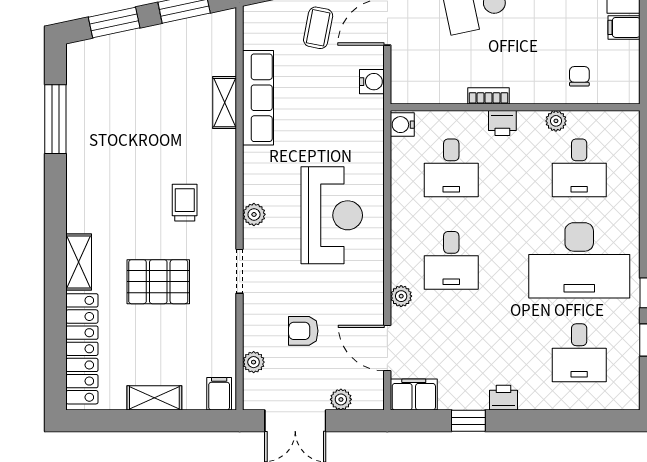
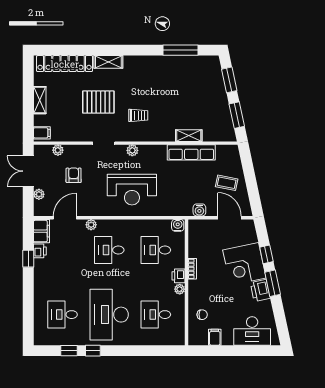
filing cabinet: (624, 27) -> (215, 337), moved
plant: (556, 121) -> (180, 289), moved
pallet: (158, 282) -> (98, 102), turned 90
printer: (504, 398) -> (40, 251), moved

